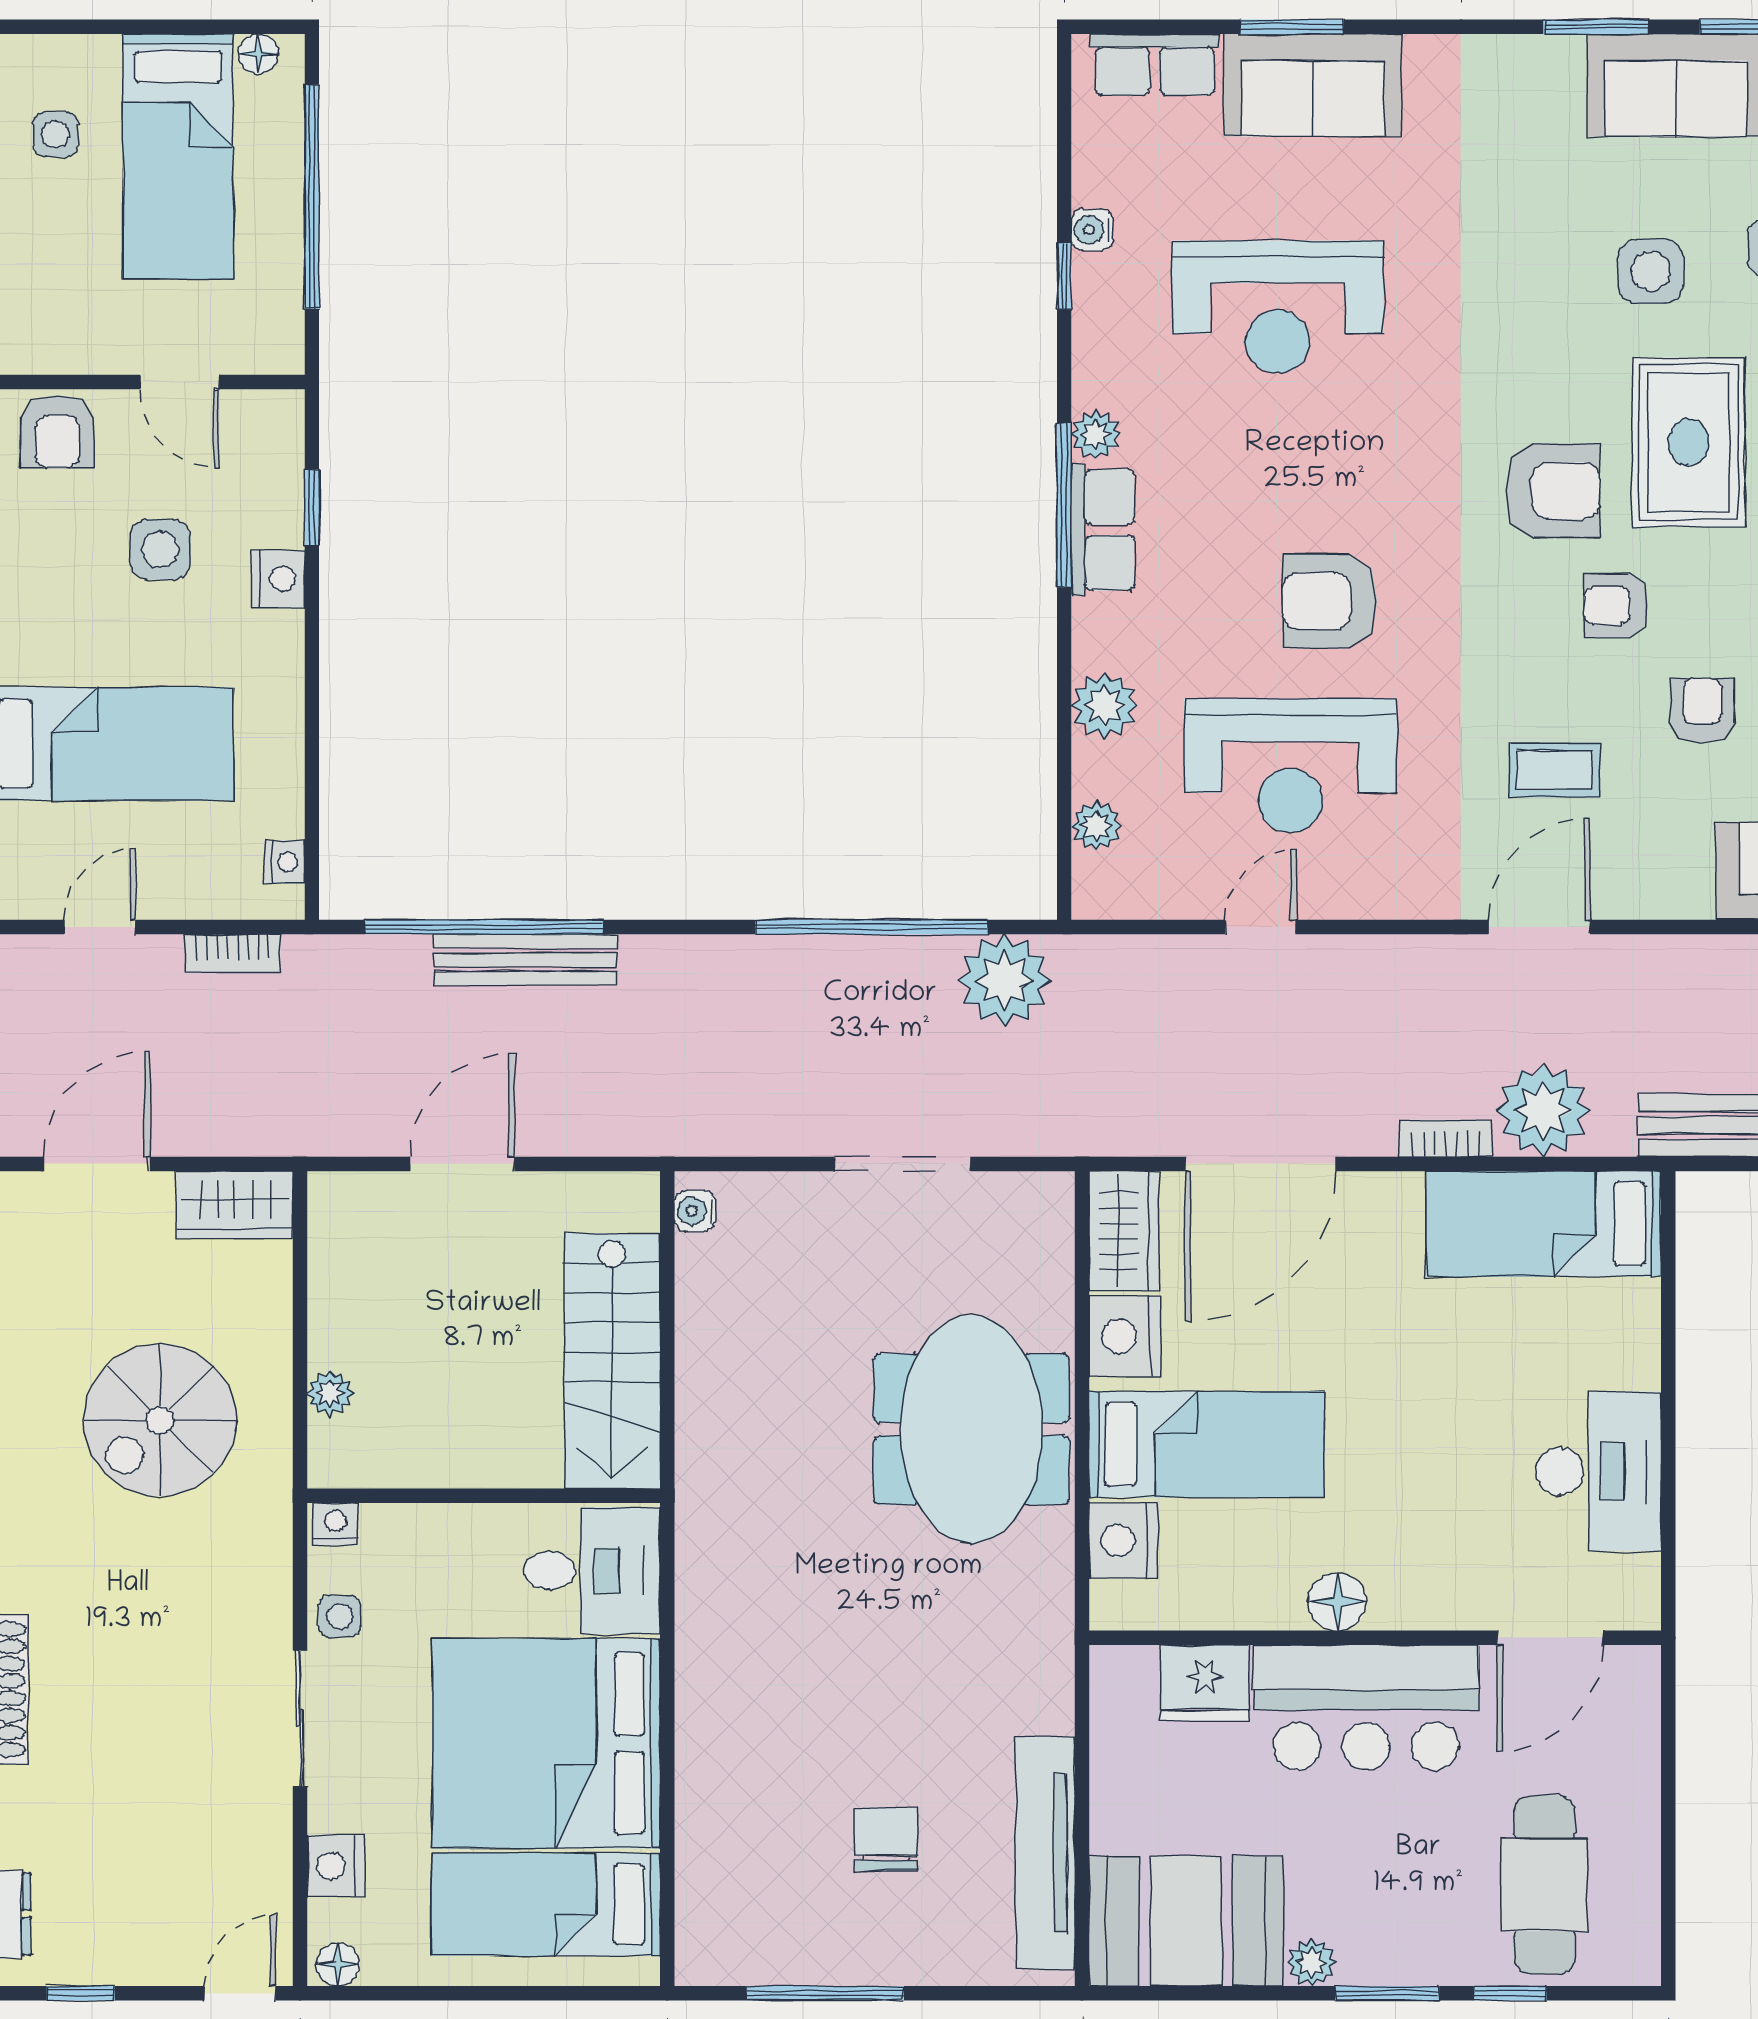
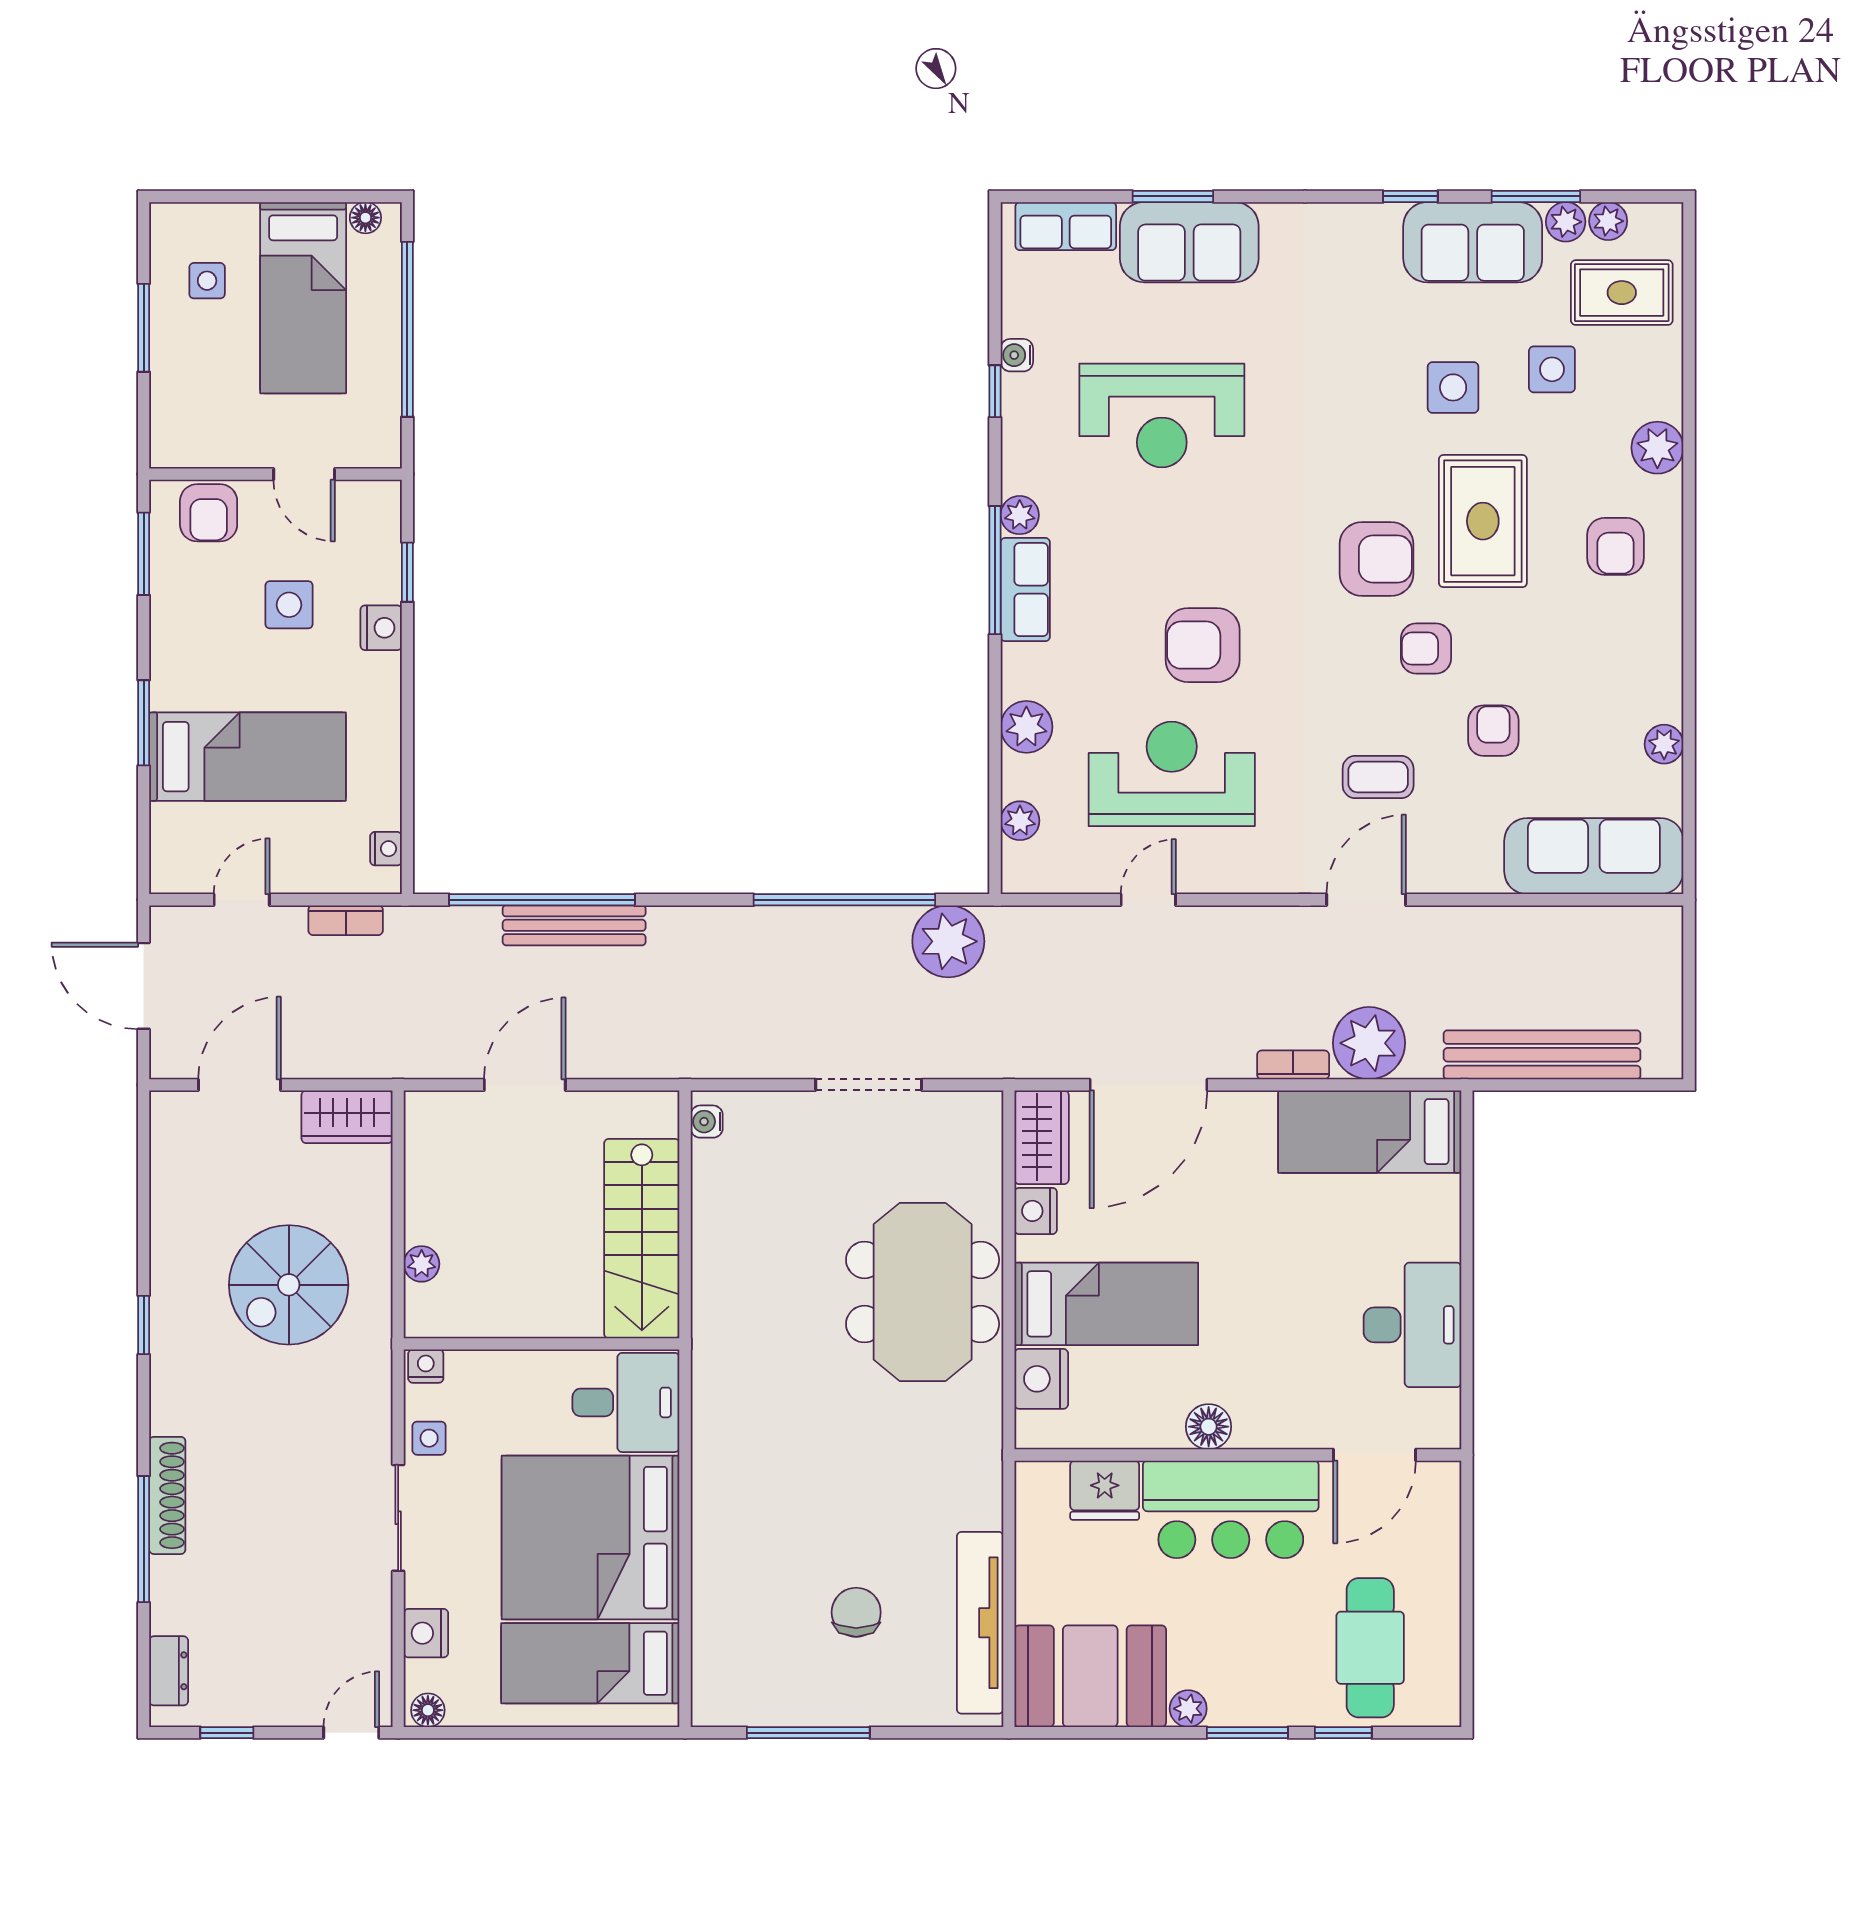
window: (1596, 27) -> (1410, 196), width x0.67
reception desk: (1290, 766) -> (1172, 774), turned 180
nightstand: (1125, 1336) -> (1036, 1211), width x0.74, depth x0.75

